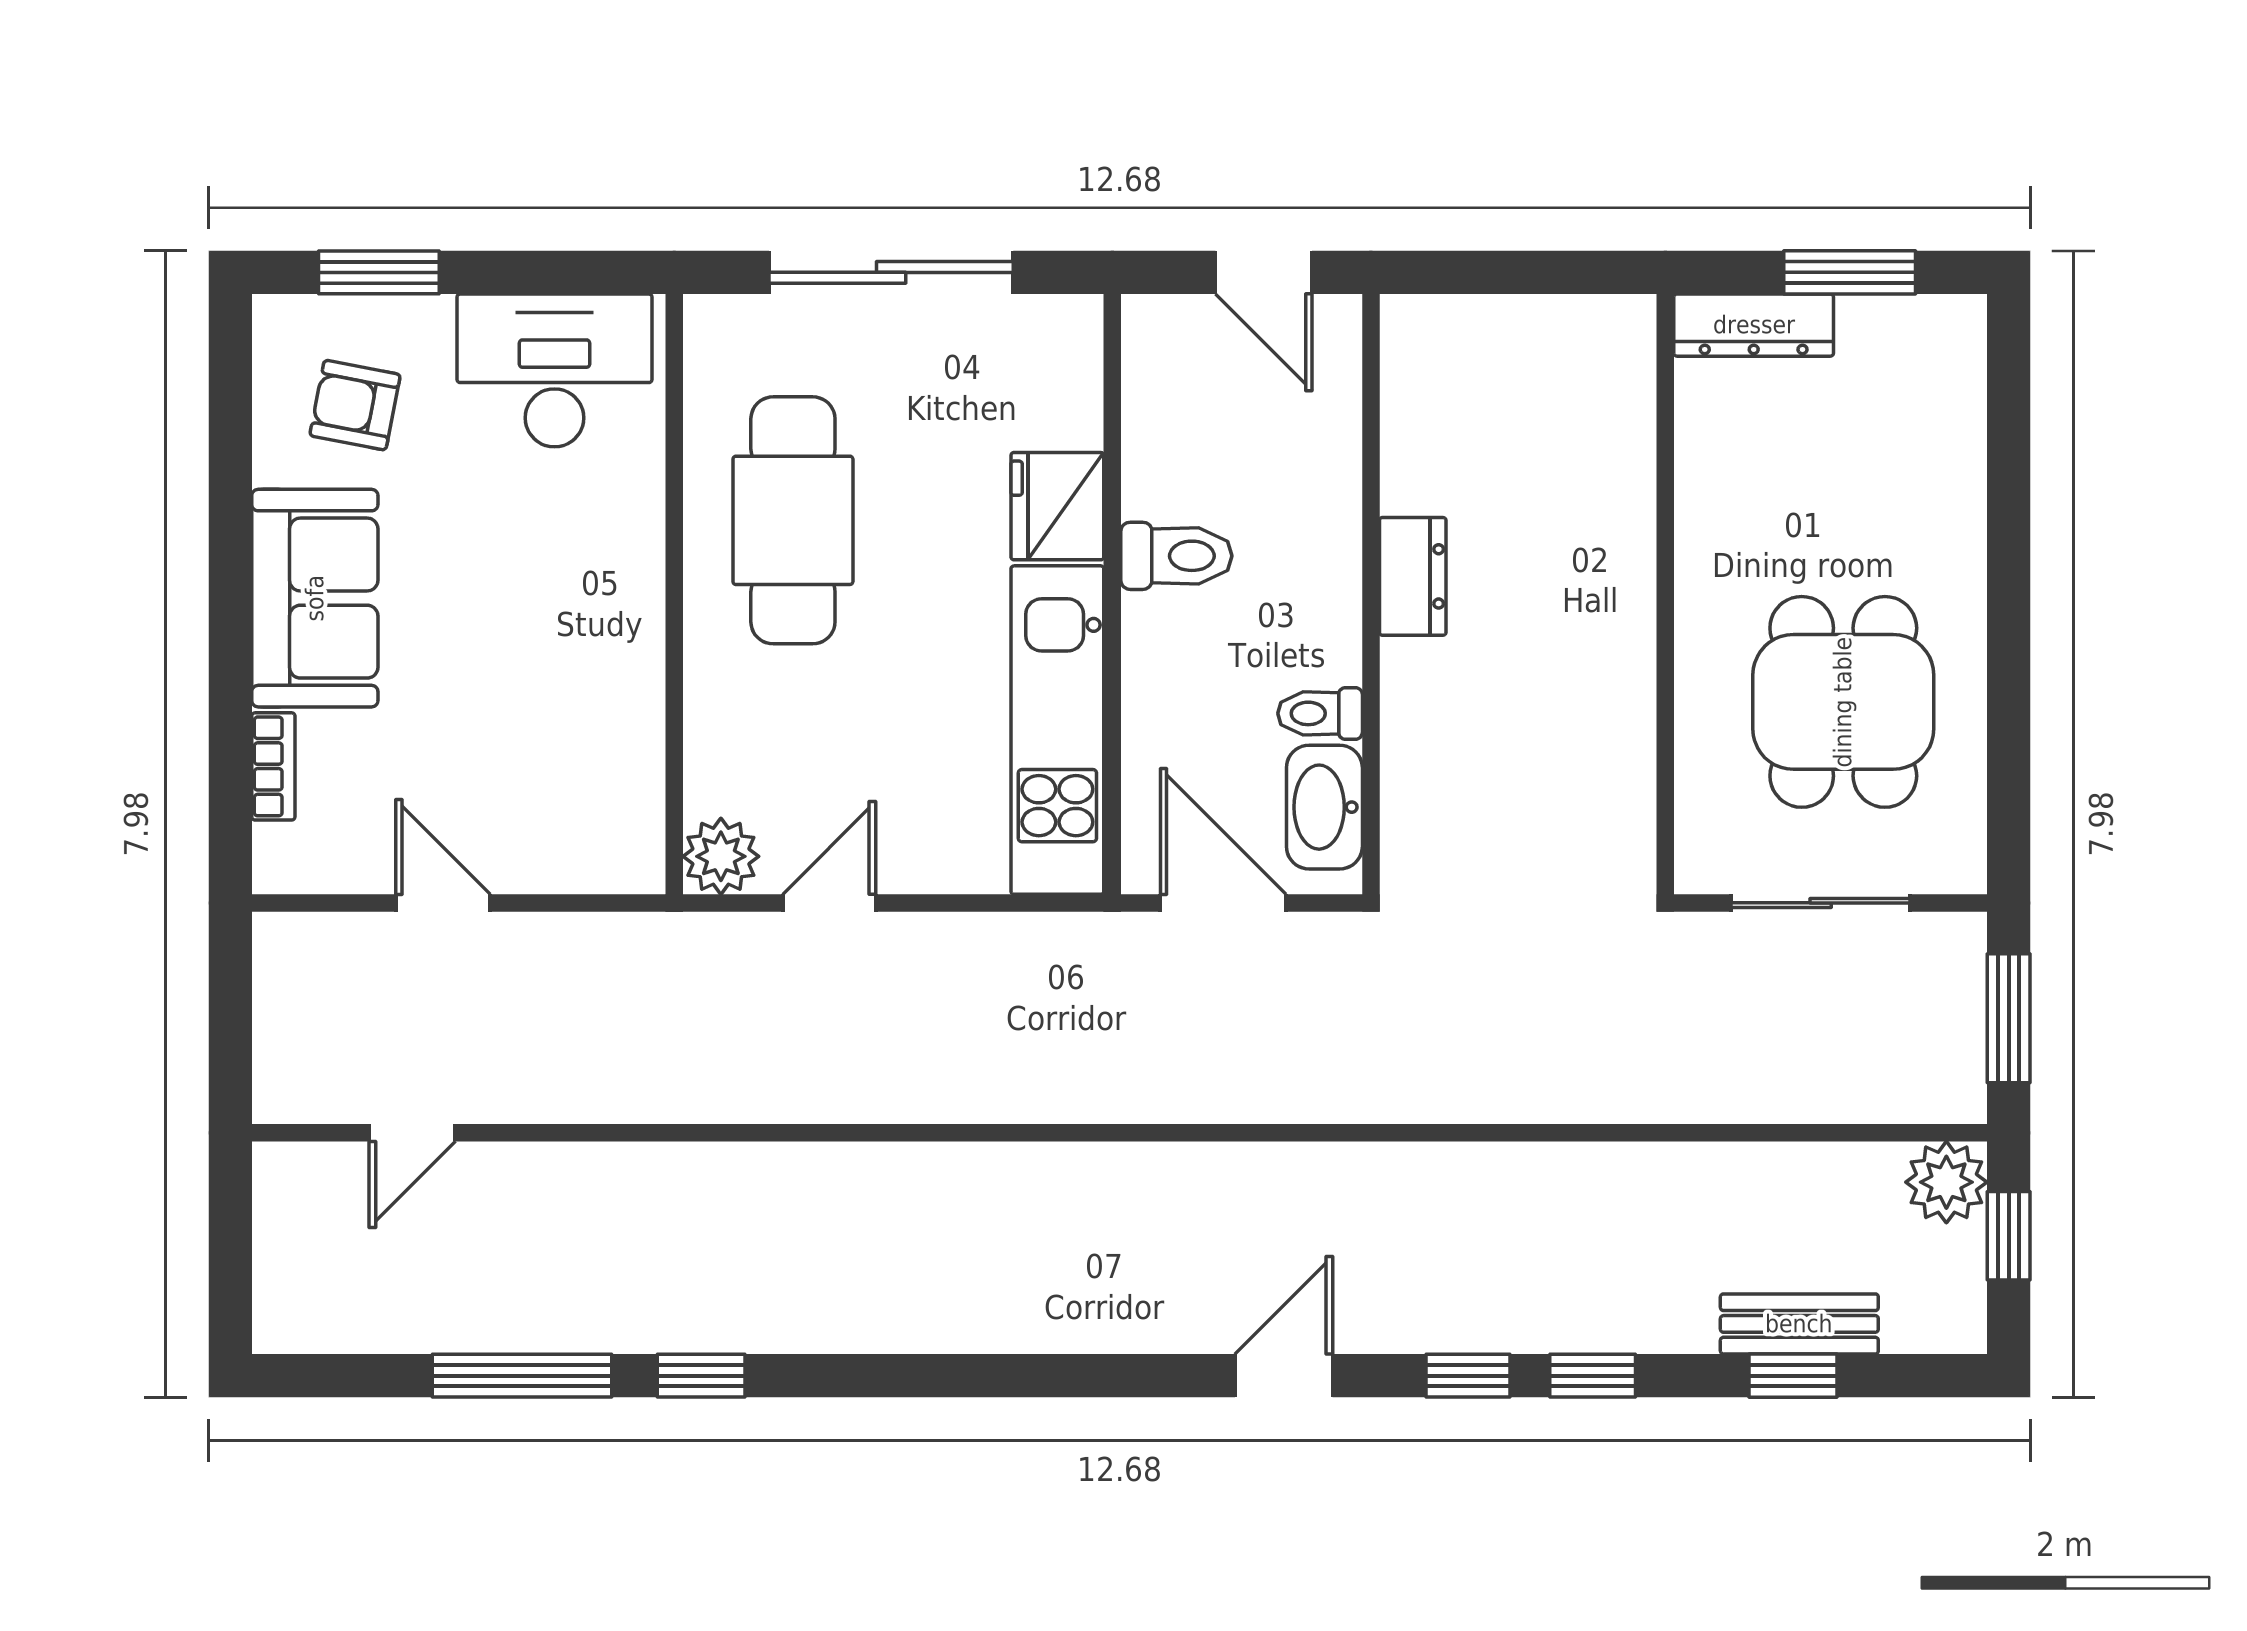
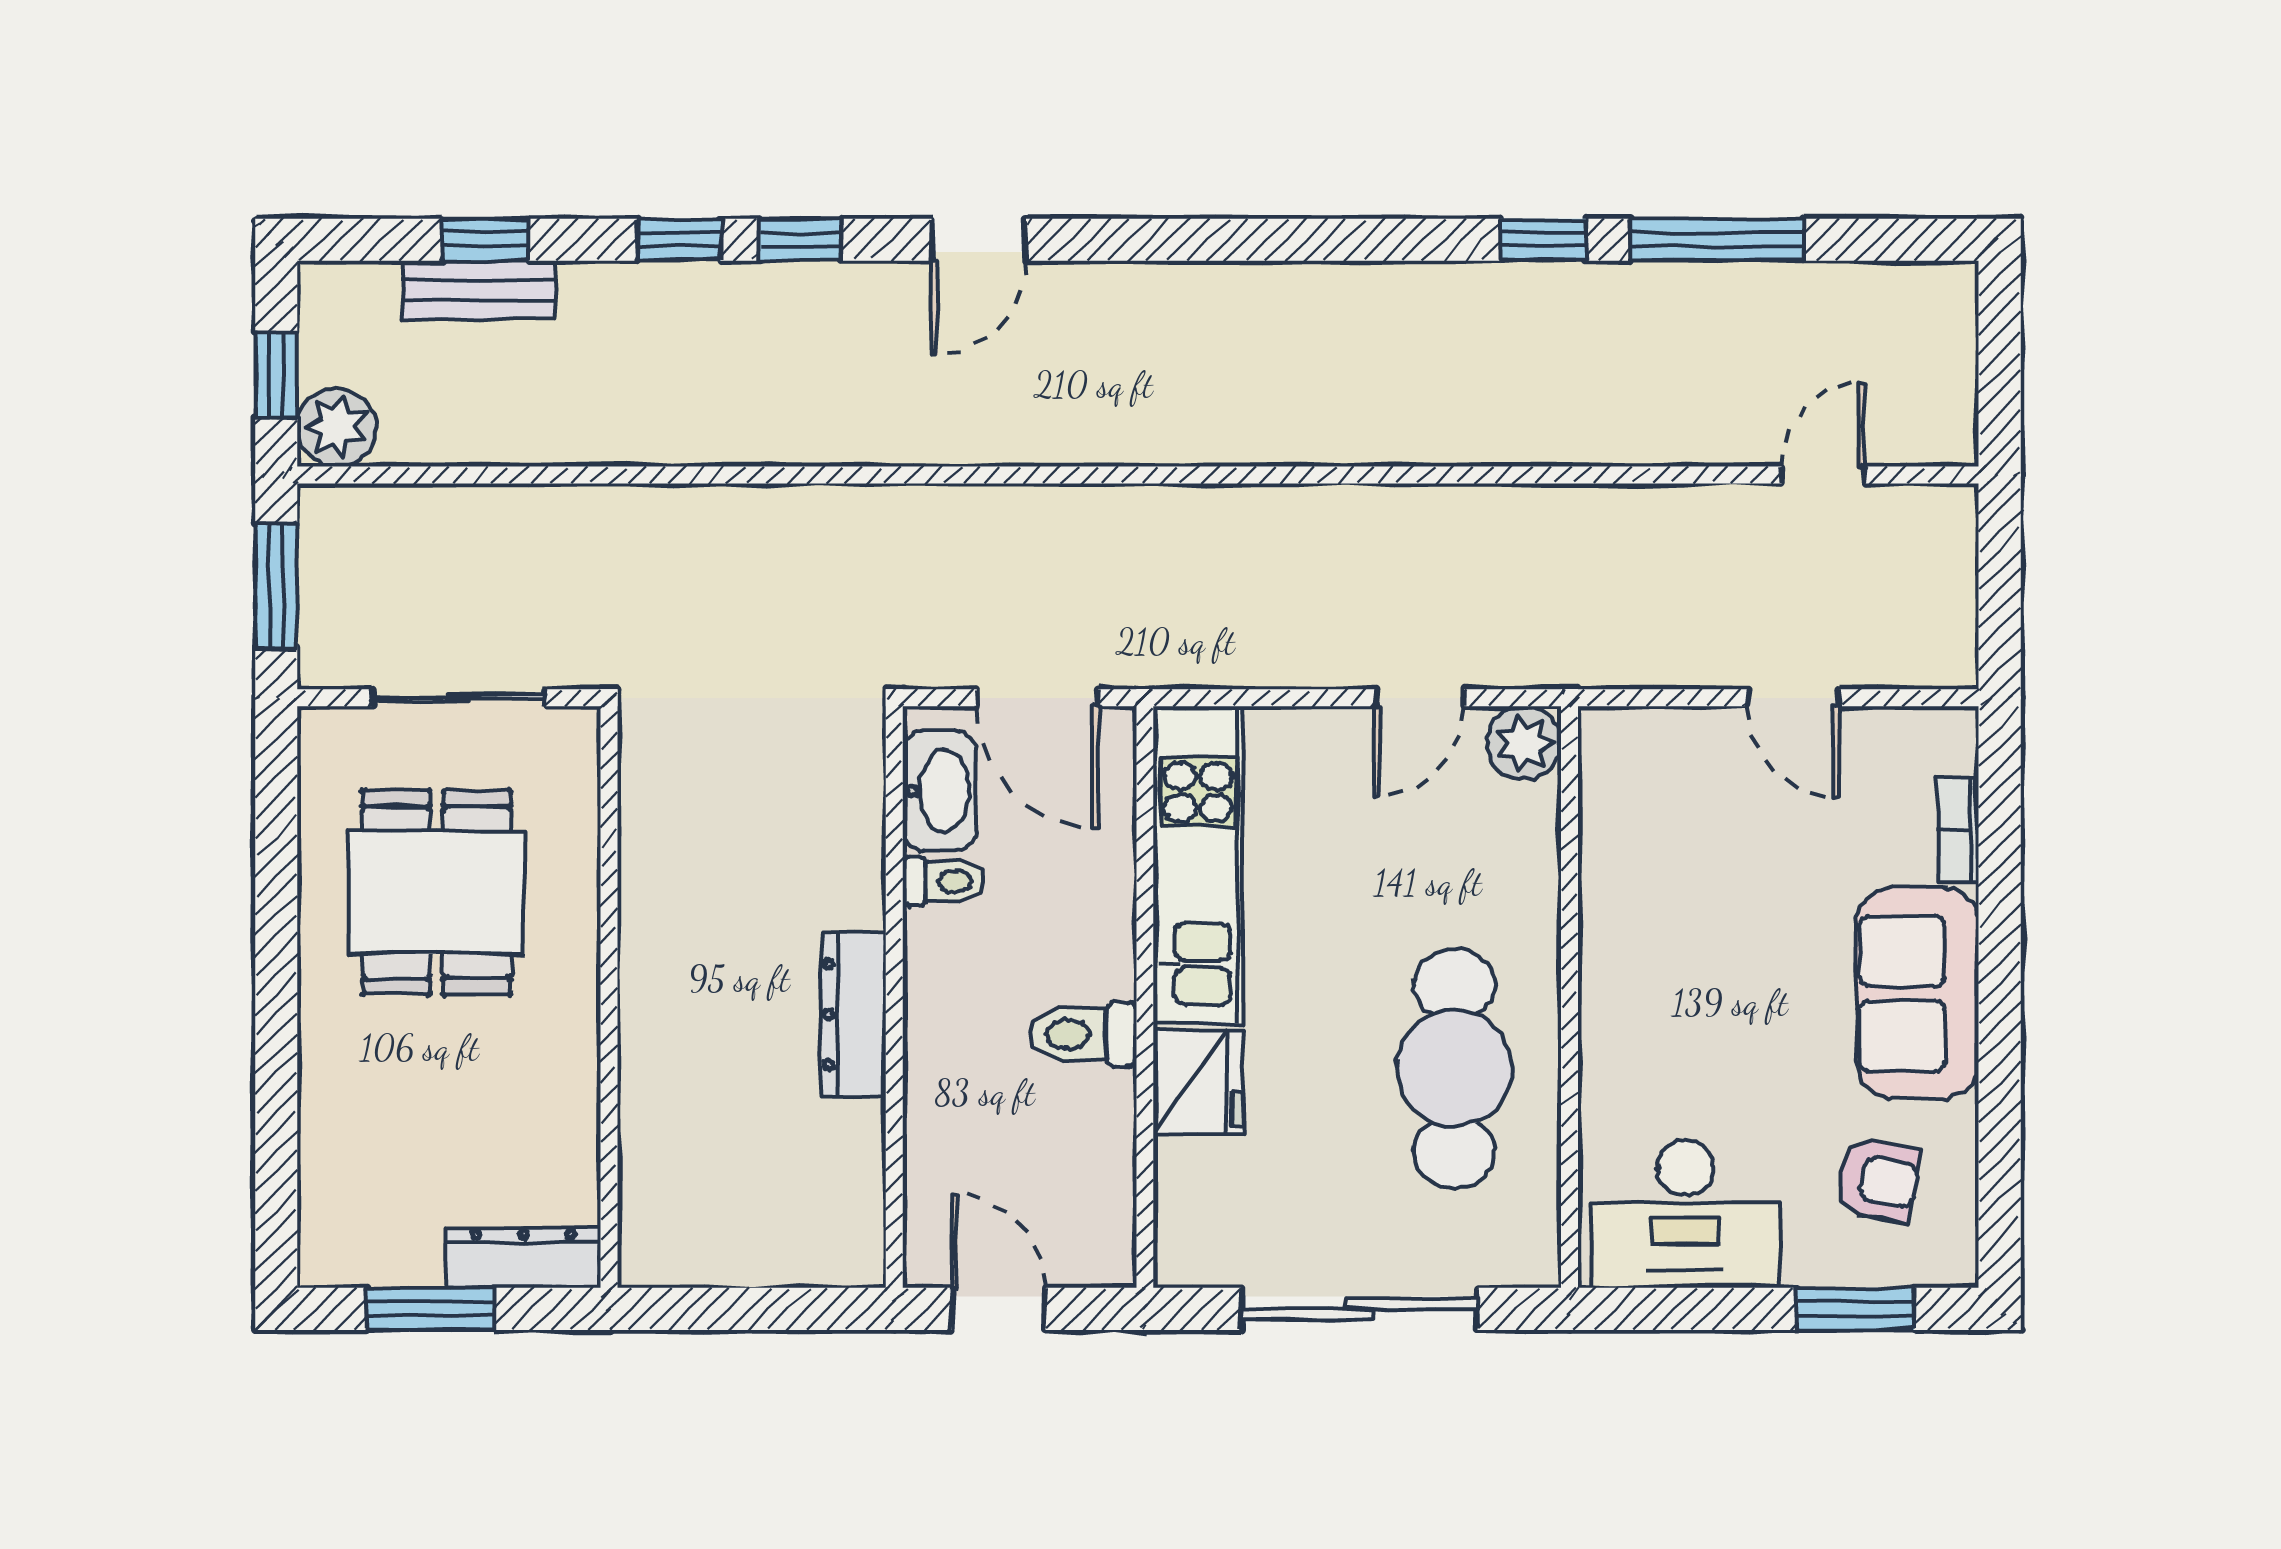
dresser: (1413, 576) -> (854, 1014), width x1.44

